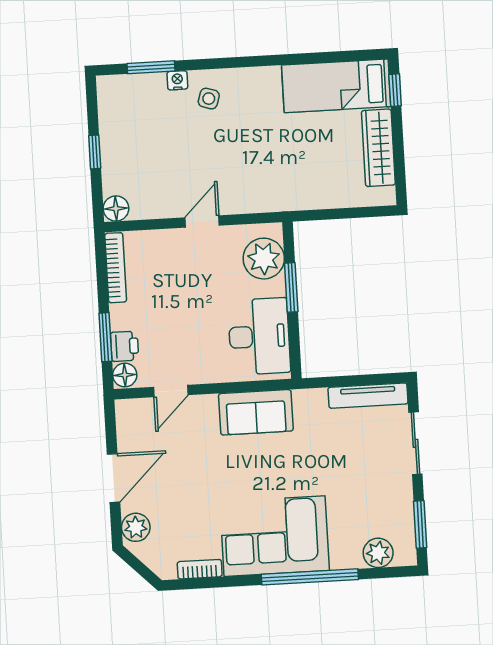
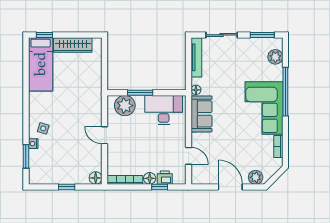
window: (105, 337) -> (160, 187), width x0.67
floor lamp: (125, 375) -> (150, 178), moved
floor lamp: (303, 398) -> (196, 90), added

